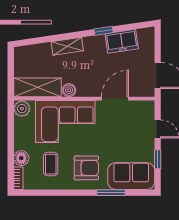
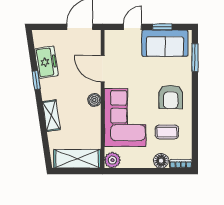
shelving: (37, 87) -> (77, 159), moved, turned 90
boiler: (69, 90) -> (94, 100), moved
armchair: (86, 168) -> (171, 97), turned 180
sofa: (131, 176) -> (165, 43), moved, turned -90
window: (111, 193) -> (195, 58), moved

